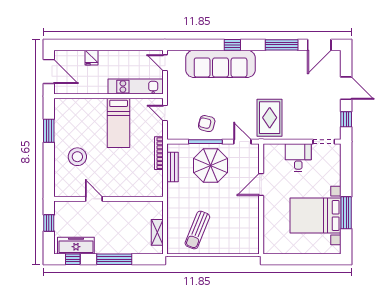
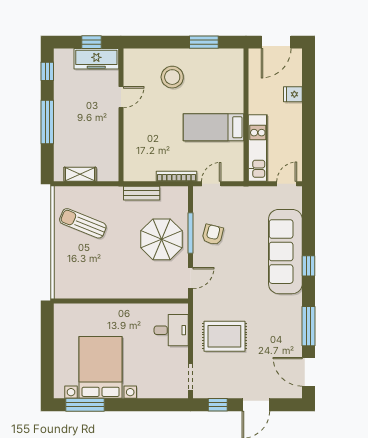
door: (165, 113) -> (211, 184), moved
rug: (270, 118) -> (224, 336), moved
desk: (298, 158) -> (171, 330), moved
bench: (173, 167) -> (142, 193), moved
door: (261, 184) -> (138, 301), removed
window: (346, 213) -> (85, 405), moved
freezer: (76, 246) -> (96, 59), moved, turned 90

